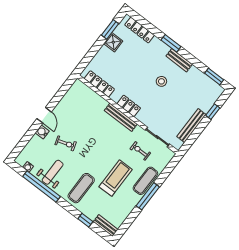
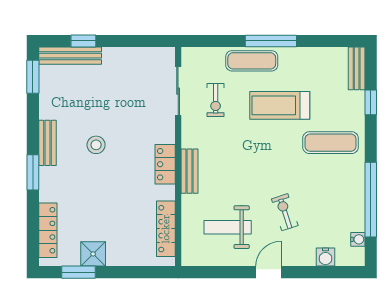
bench: (121, 117) -> (190, 171), width x0.73
bench: (191, 126) -> (70, 56), moved
water cooler: (42, 132) -> (325, 257), moved
weight bench: (53, 172) -> (228, 227), moved

